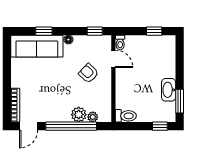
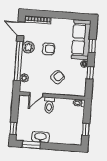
window: (95, 31) -> (90, 73), moved
door: (113, 59) -> (36, 95), moved
armchair: (52, 88) -> (48, 49), added
plant: (79, 115) -> (28, 47), moved
toilet: (126, 116) -> (49, 105), moved

